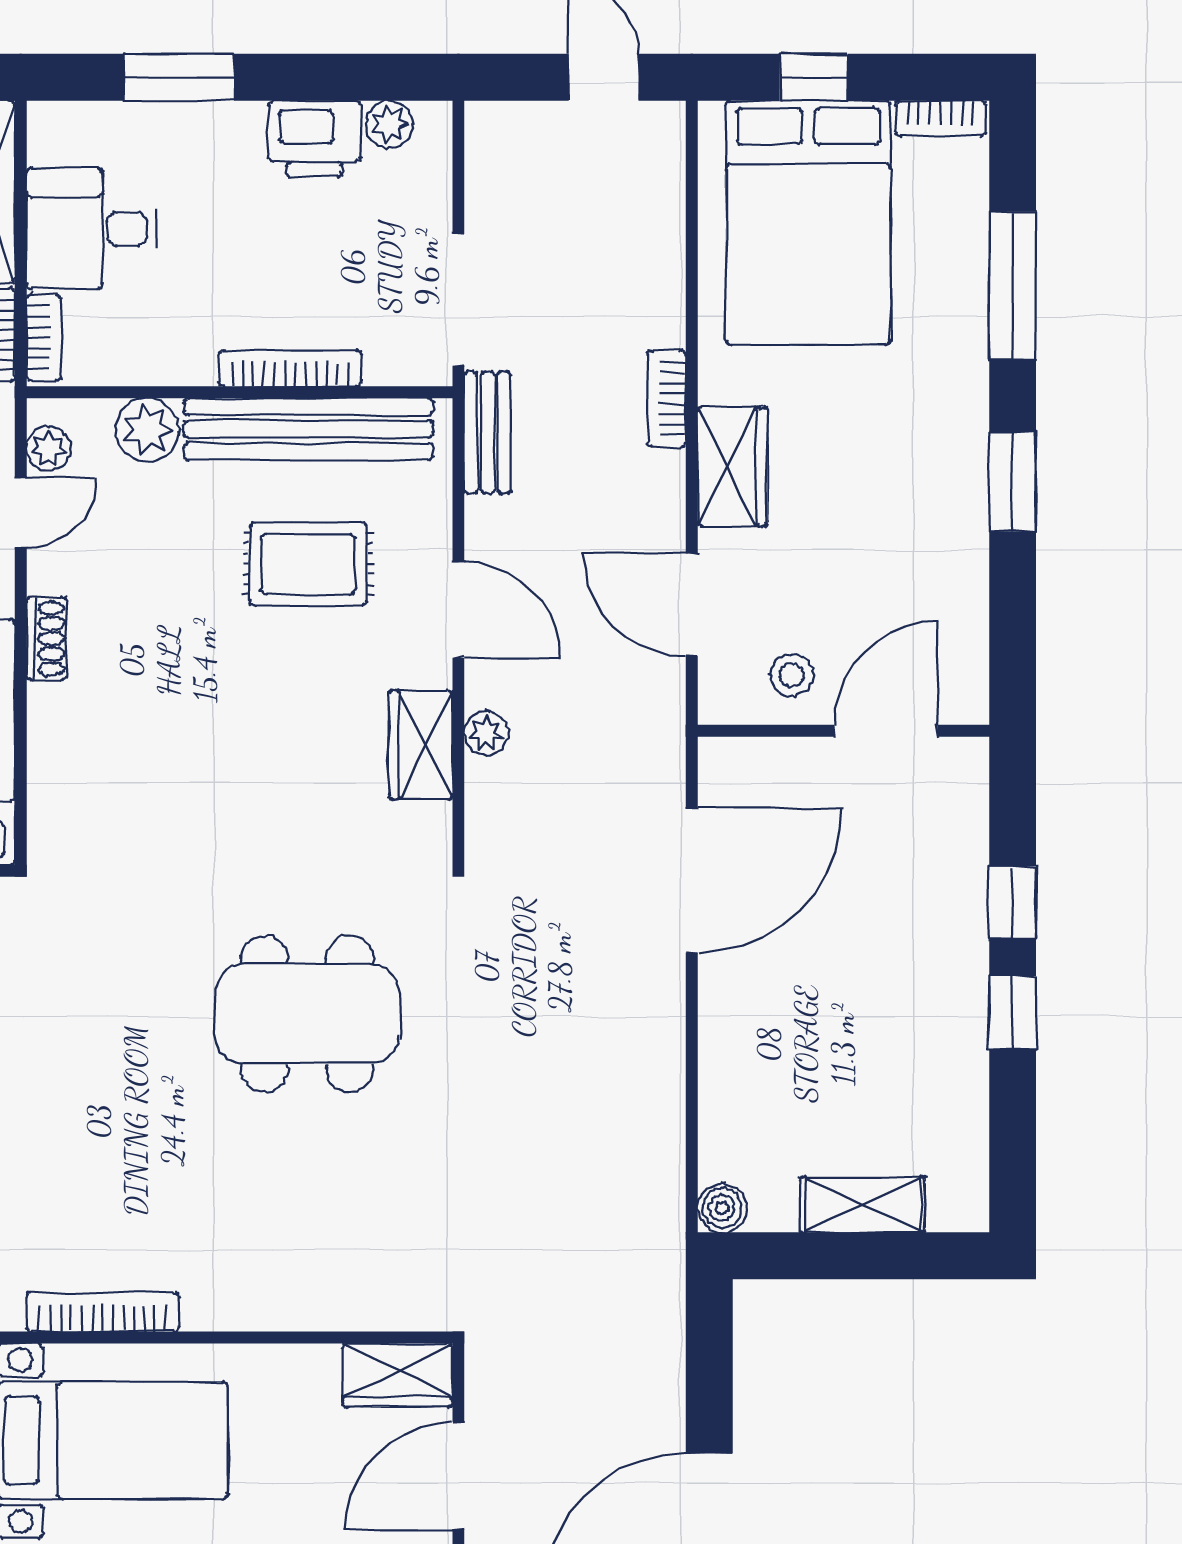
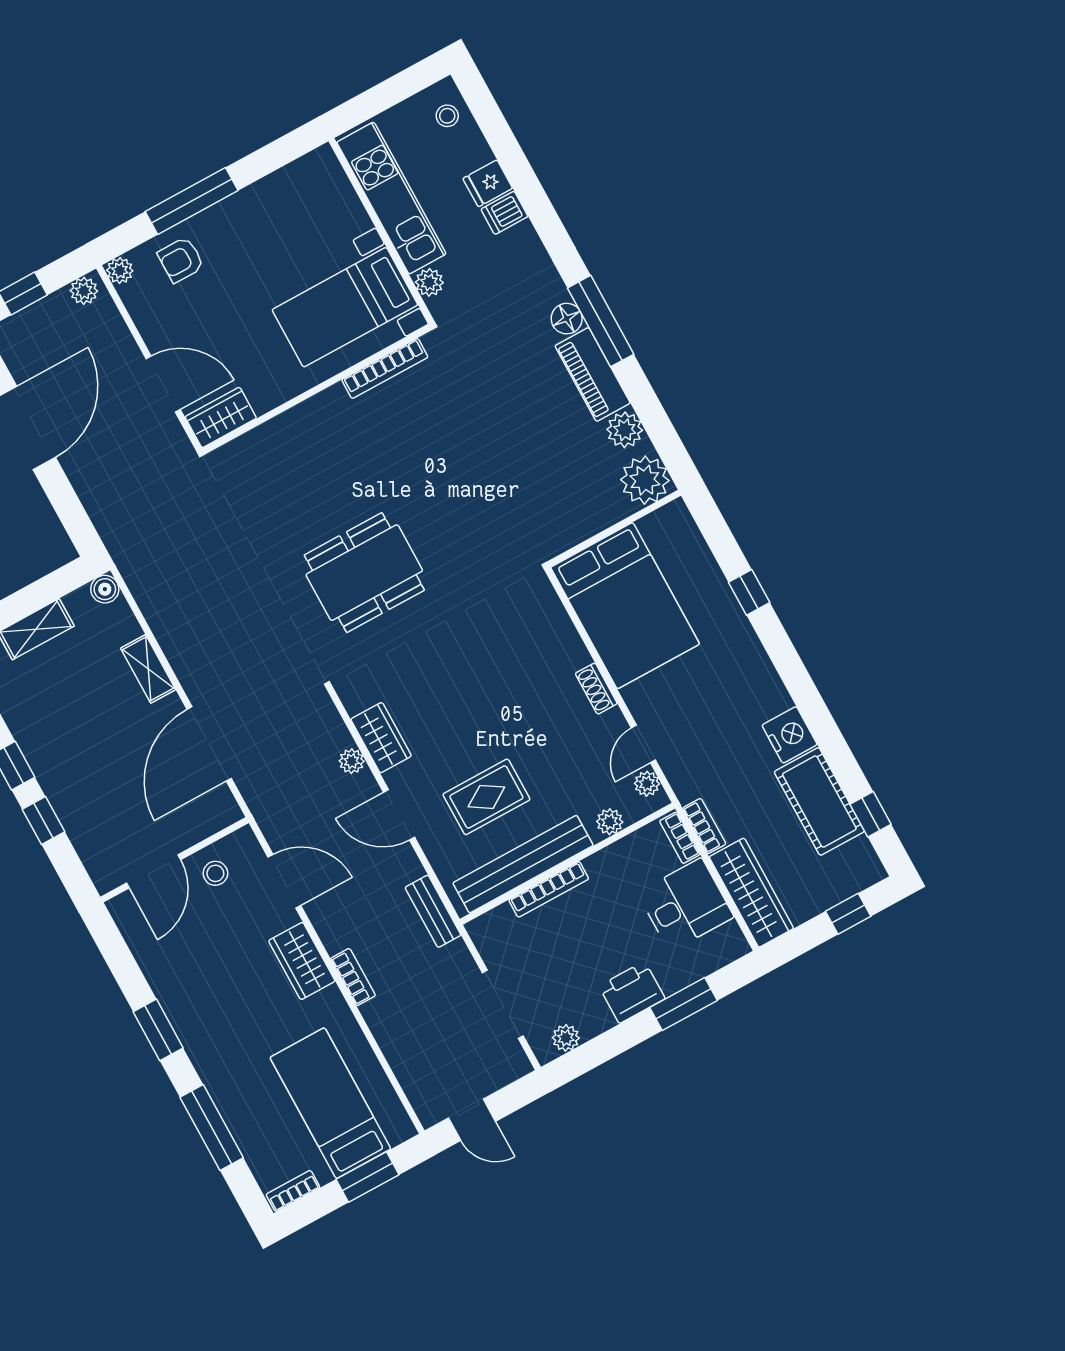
window: (814, 77) -> (367, 1177), width x1.50
printer: (315, 139) -> (632, 992), moved
bed: (808, 223) -> (330, 1103), width x0.67
doorway: (458, 300) -> (503, 1004), moved
plant: (147, 430) -> (610, 822), width x0.73, depth x0.73
shelving: (723, 1048) -> (148, 669), added
door: (458, 1476) -> (163, 384), hinge flipped

